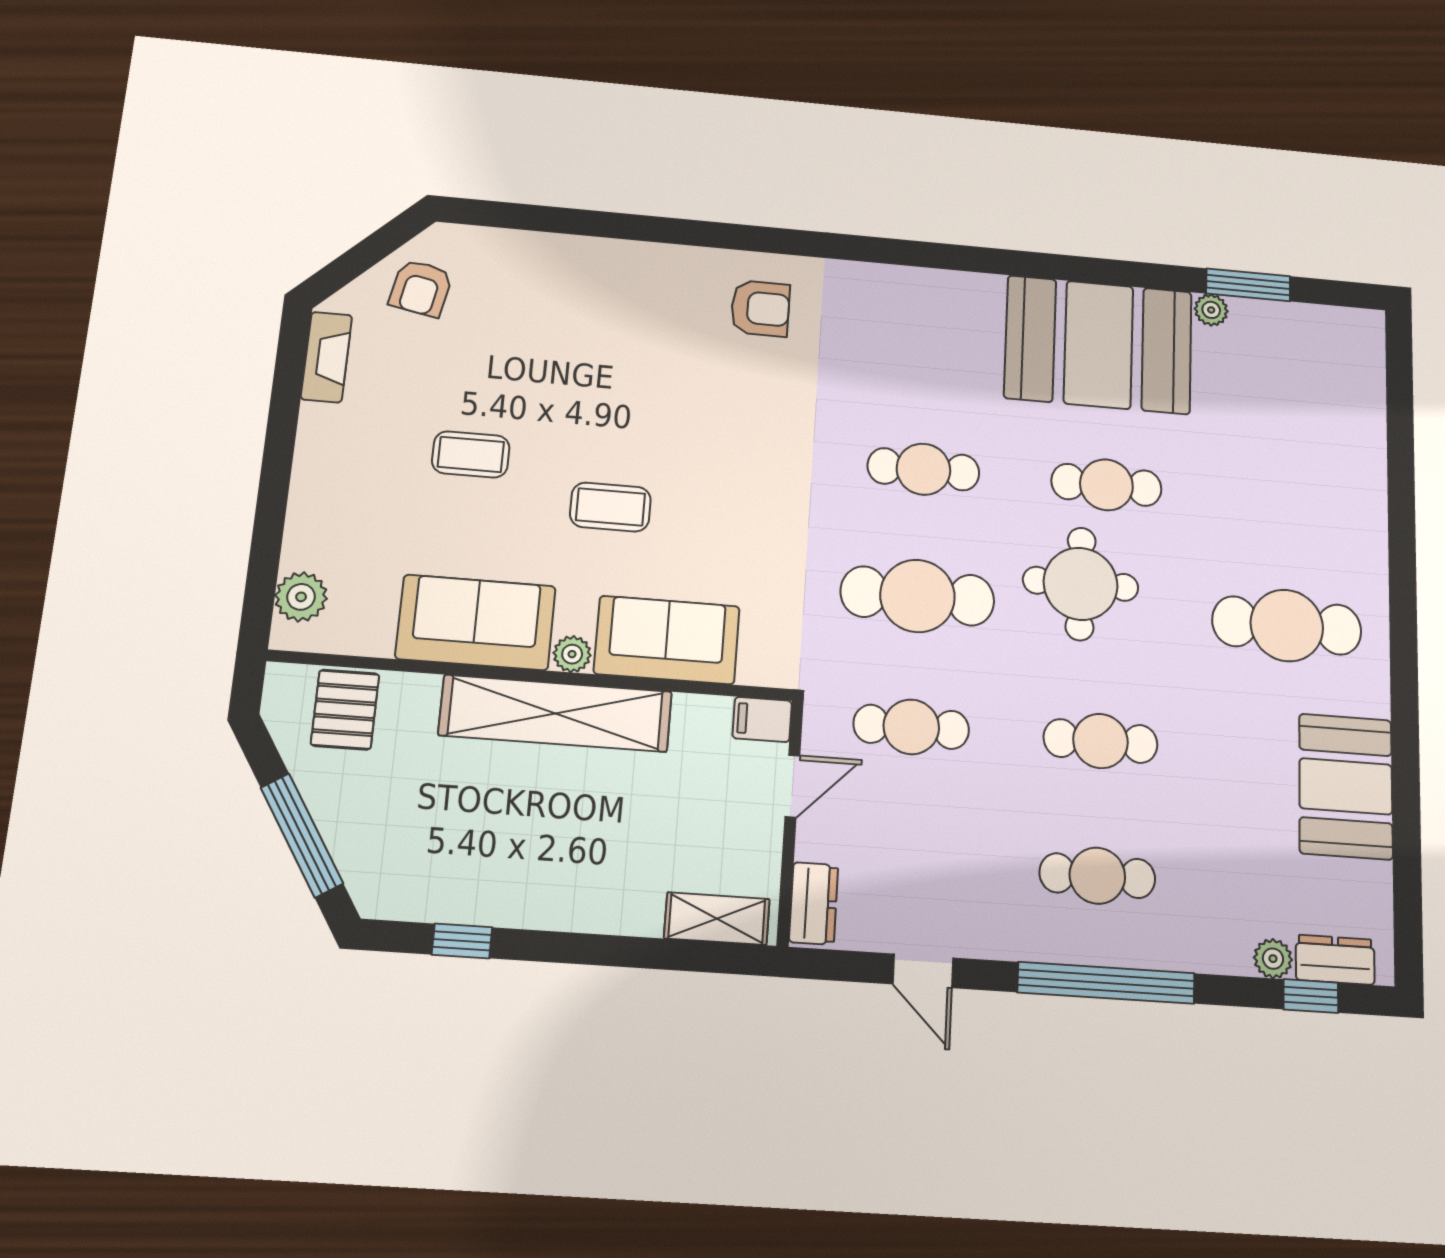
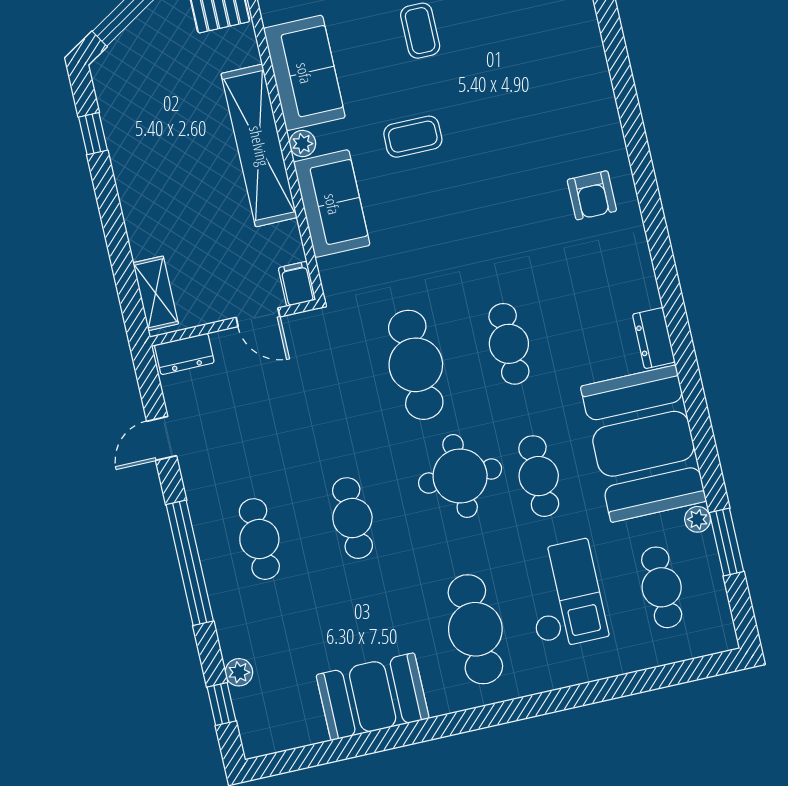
checkout: (1268, 500) -> (564, 595), added
coffee table: (610, 507) -> (413, 137), turned 90
cafe table: (911, 727) -> (662, 587), moved
dresser: (1335, 960) -> (654, 338), moved, turned 180

